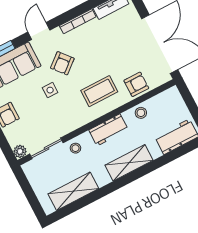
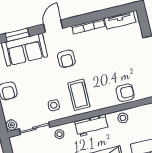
armchair: (62, 63) -> (66, 59), turned -50
side table: (50, 90) -> (54, 105), moved
coffee table: (99, 91) -> (79, 95), moved, turned 90

